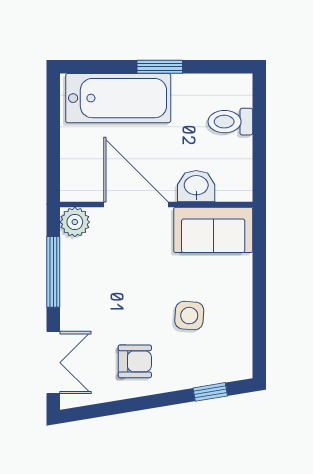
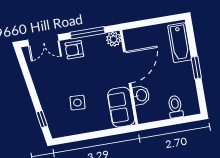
bathtub: (118, 98) -> (180, 43), width x0.73, depth x0.73
armchair: (135, 361) -> (74, 50), moved, turned 90

